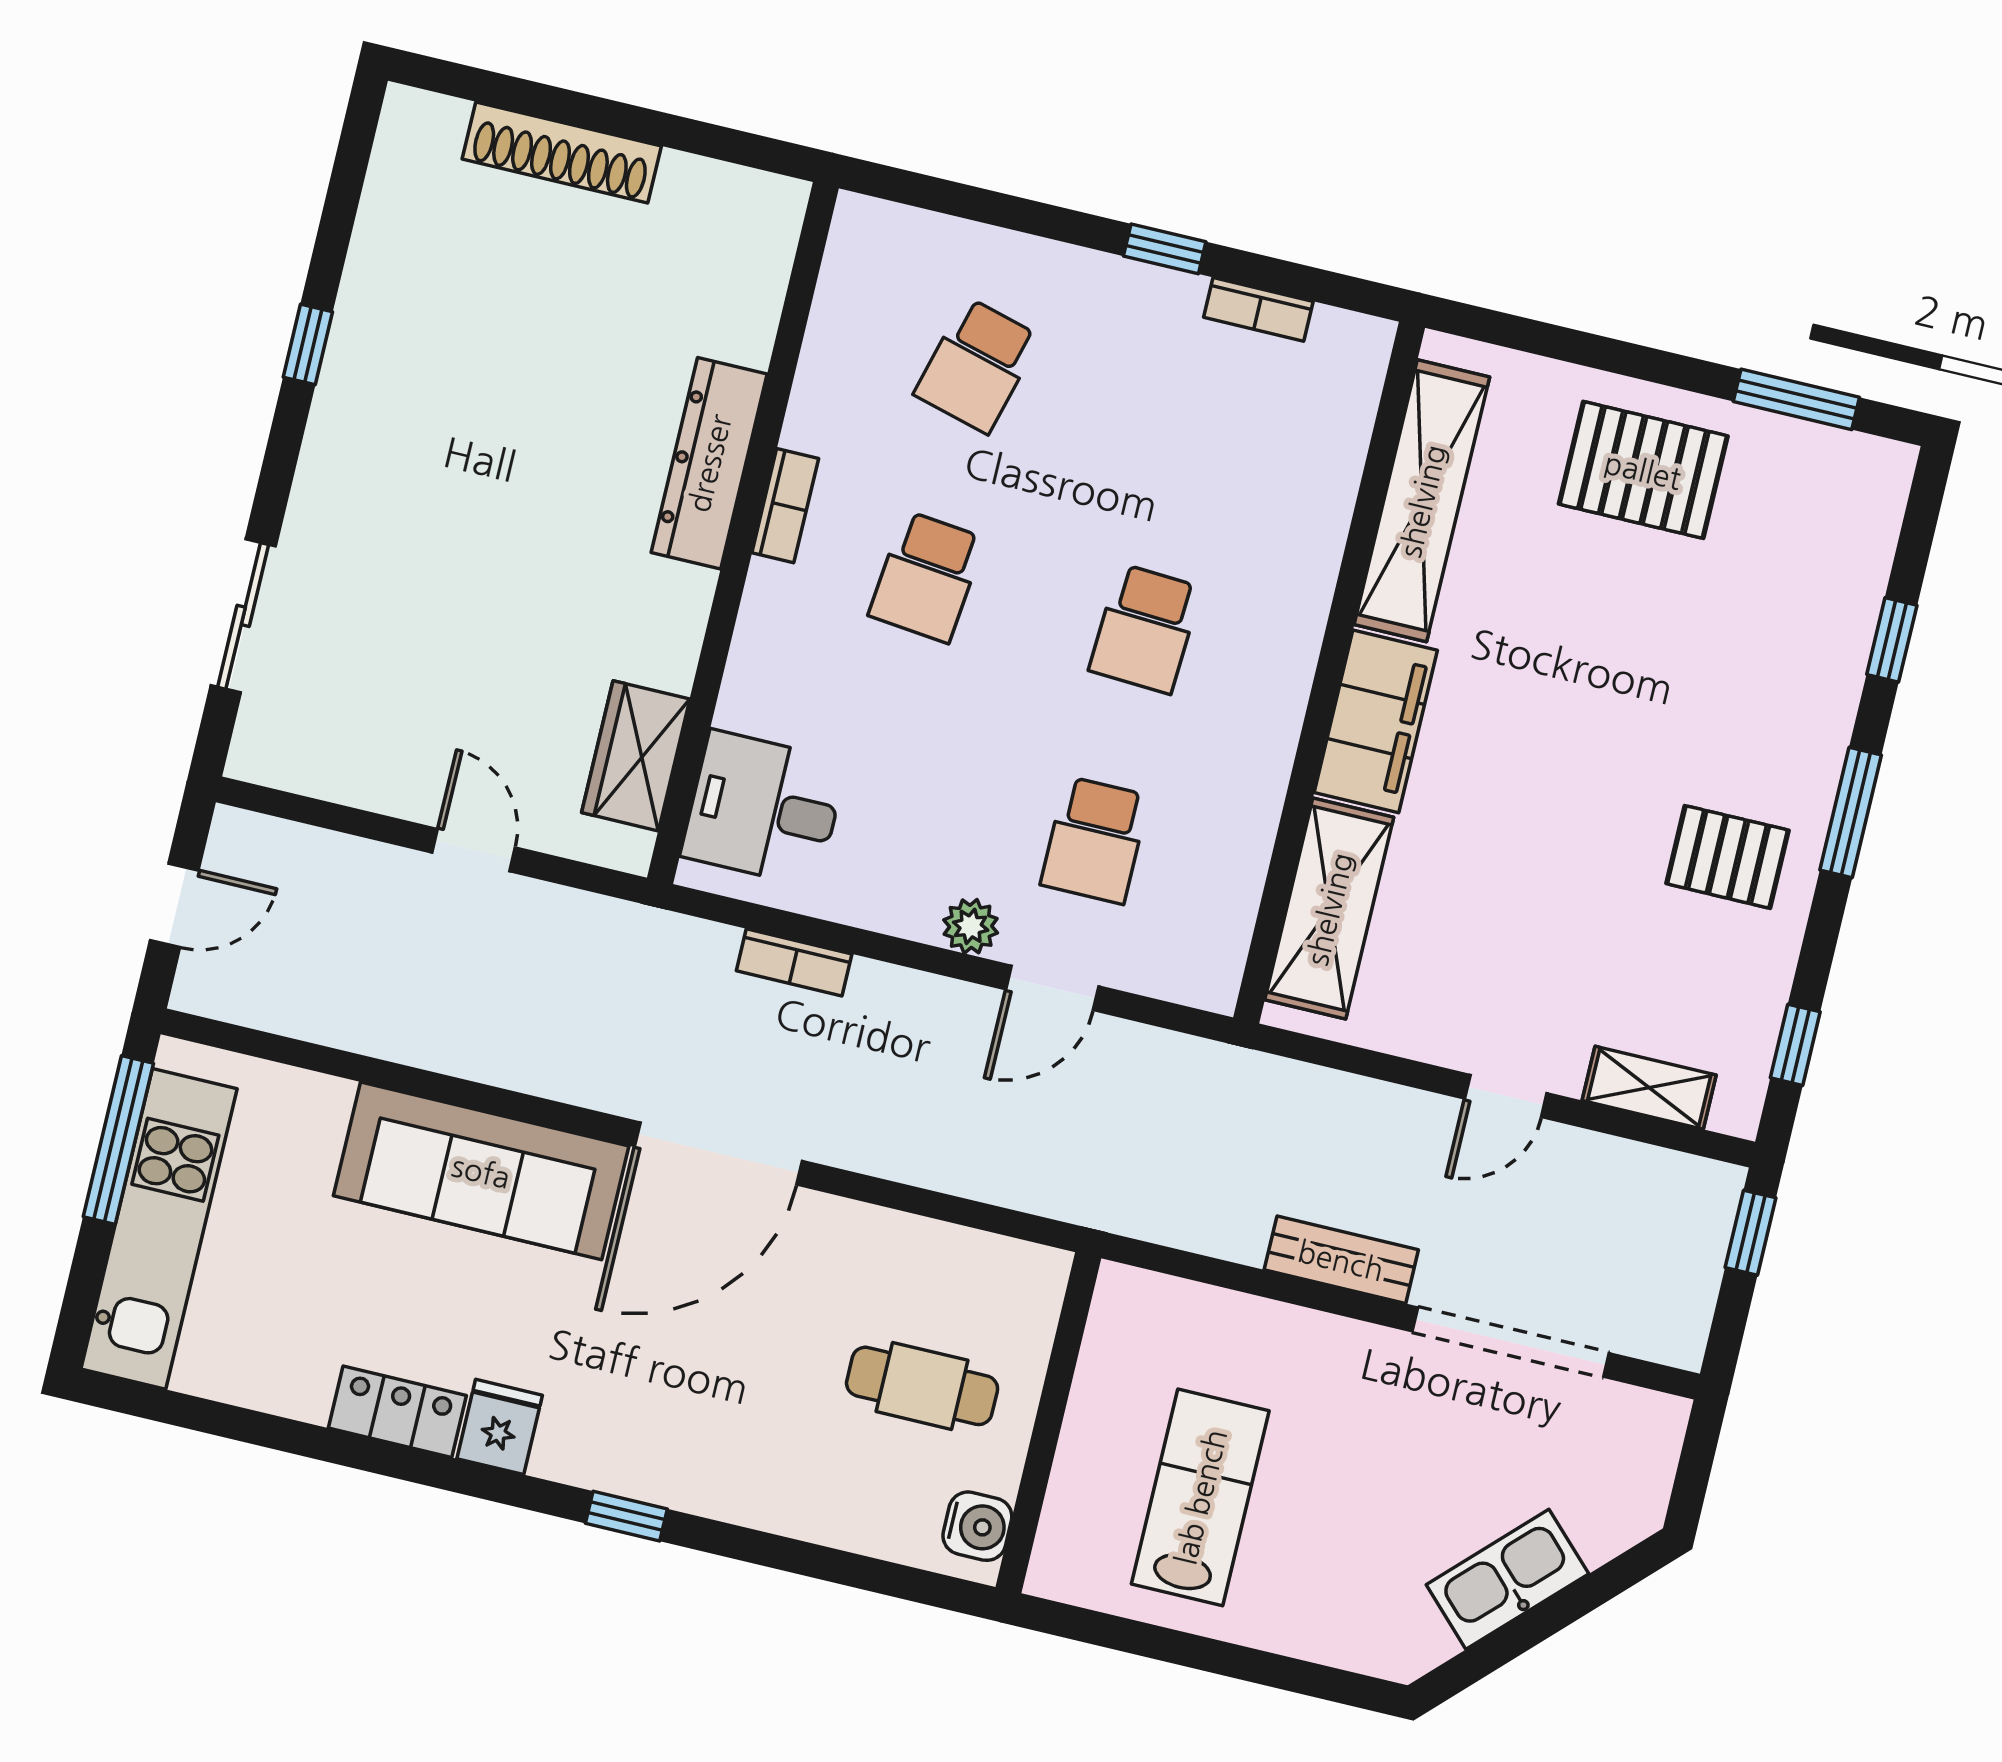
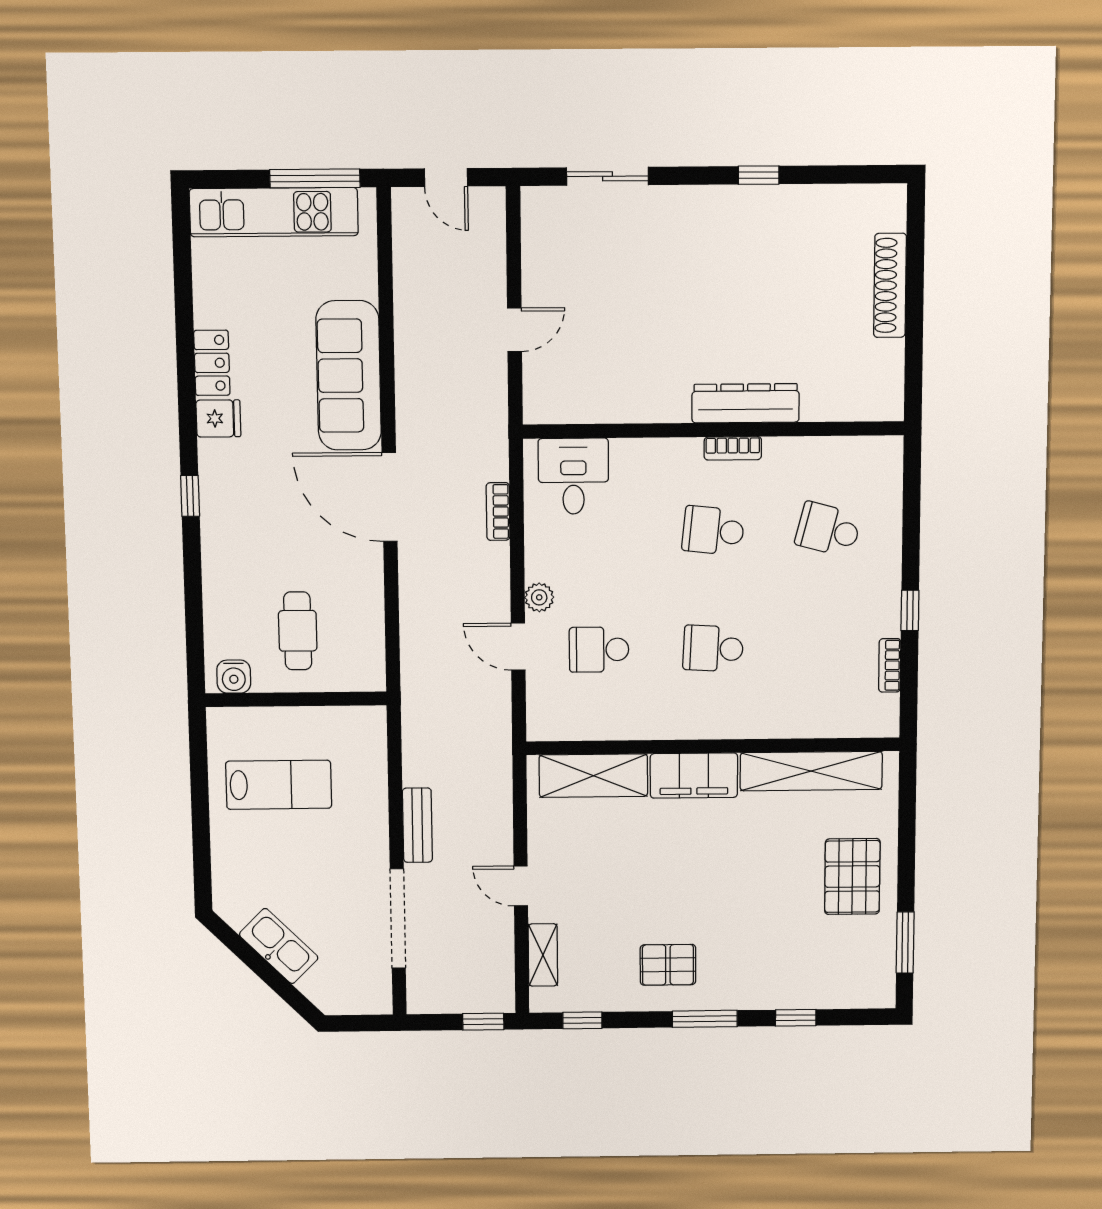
wardrobe: (636, 756) -> (585, 403), removed
pallet: (1727, 857) -> (668, 965), turned 90

